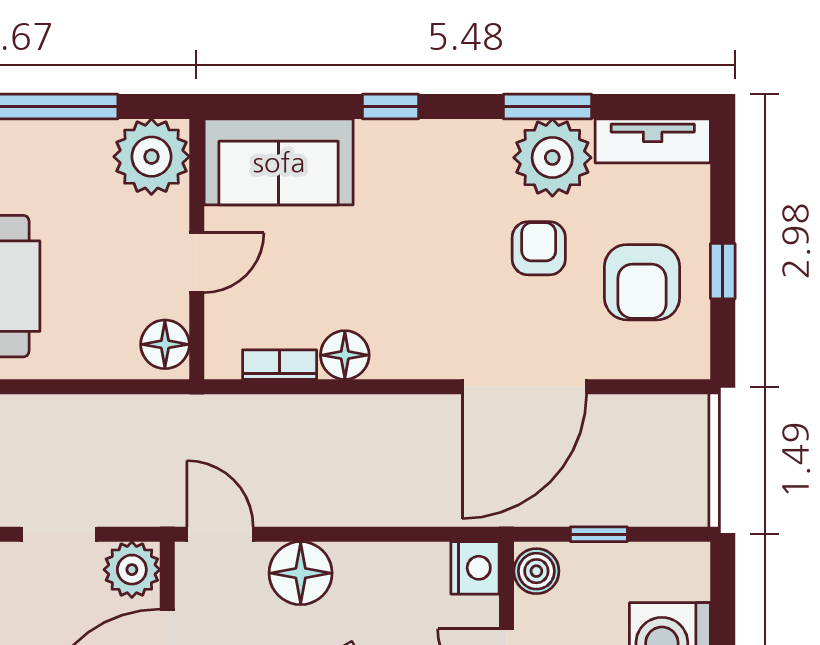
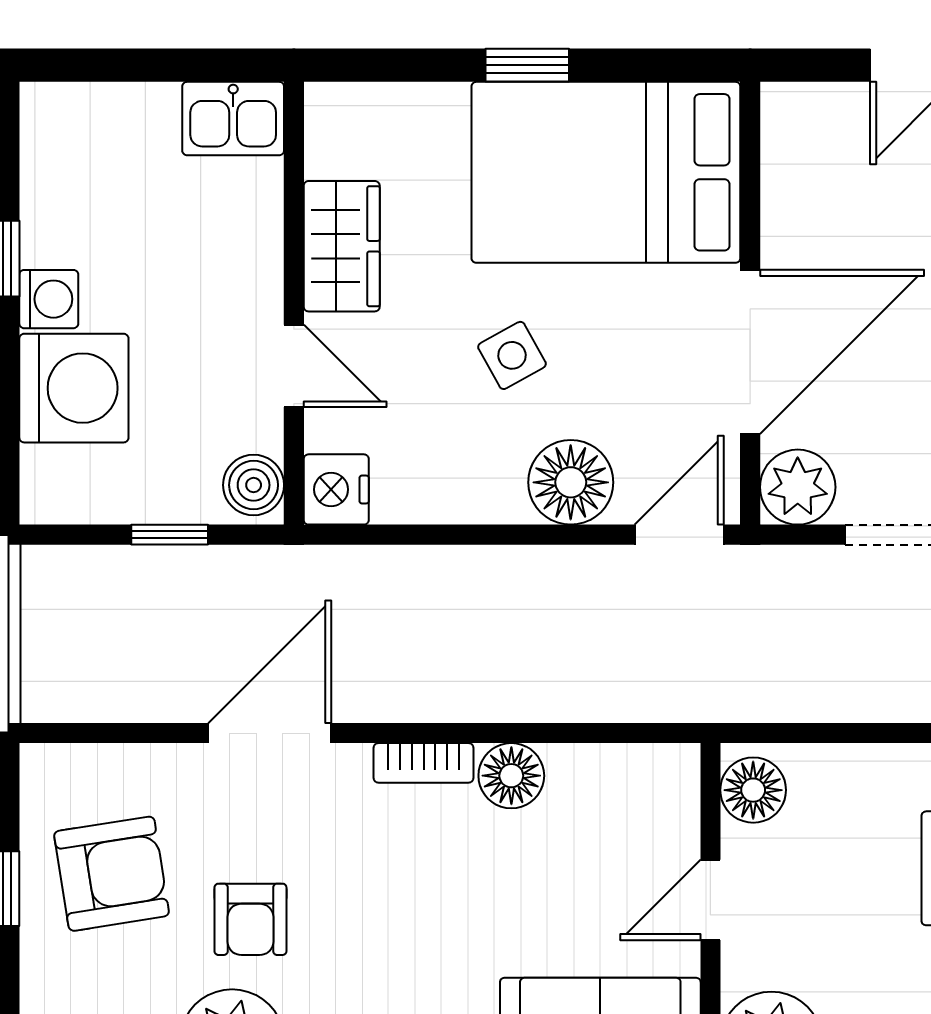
armchair: (642, 282) -> (112, 874), turned 81
bookcase: (280, 365) -> (424, 763), moved
door: (524, 387) -> (270, 733), width x0.73
door: (220, 534) -> (679, 535), swing flipped

